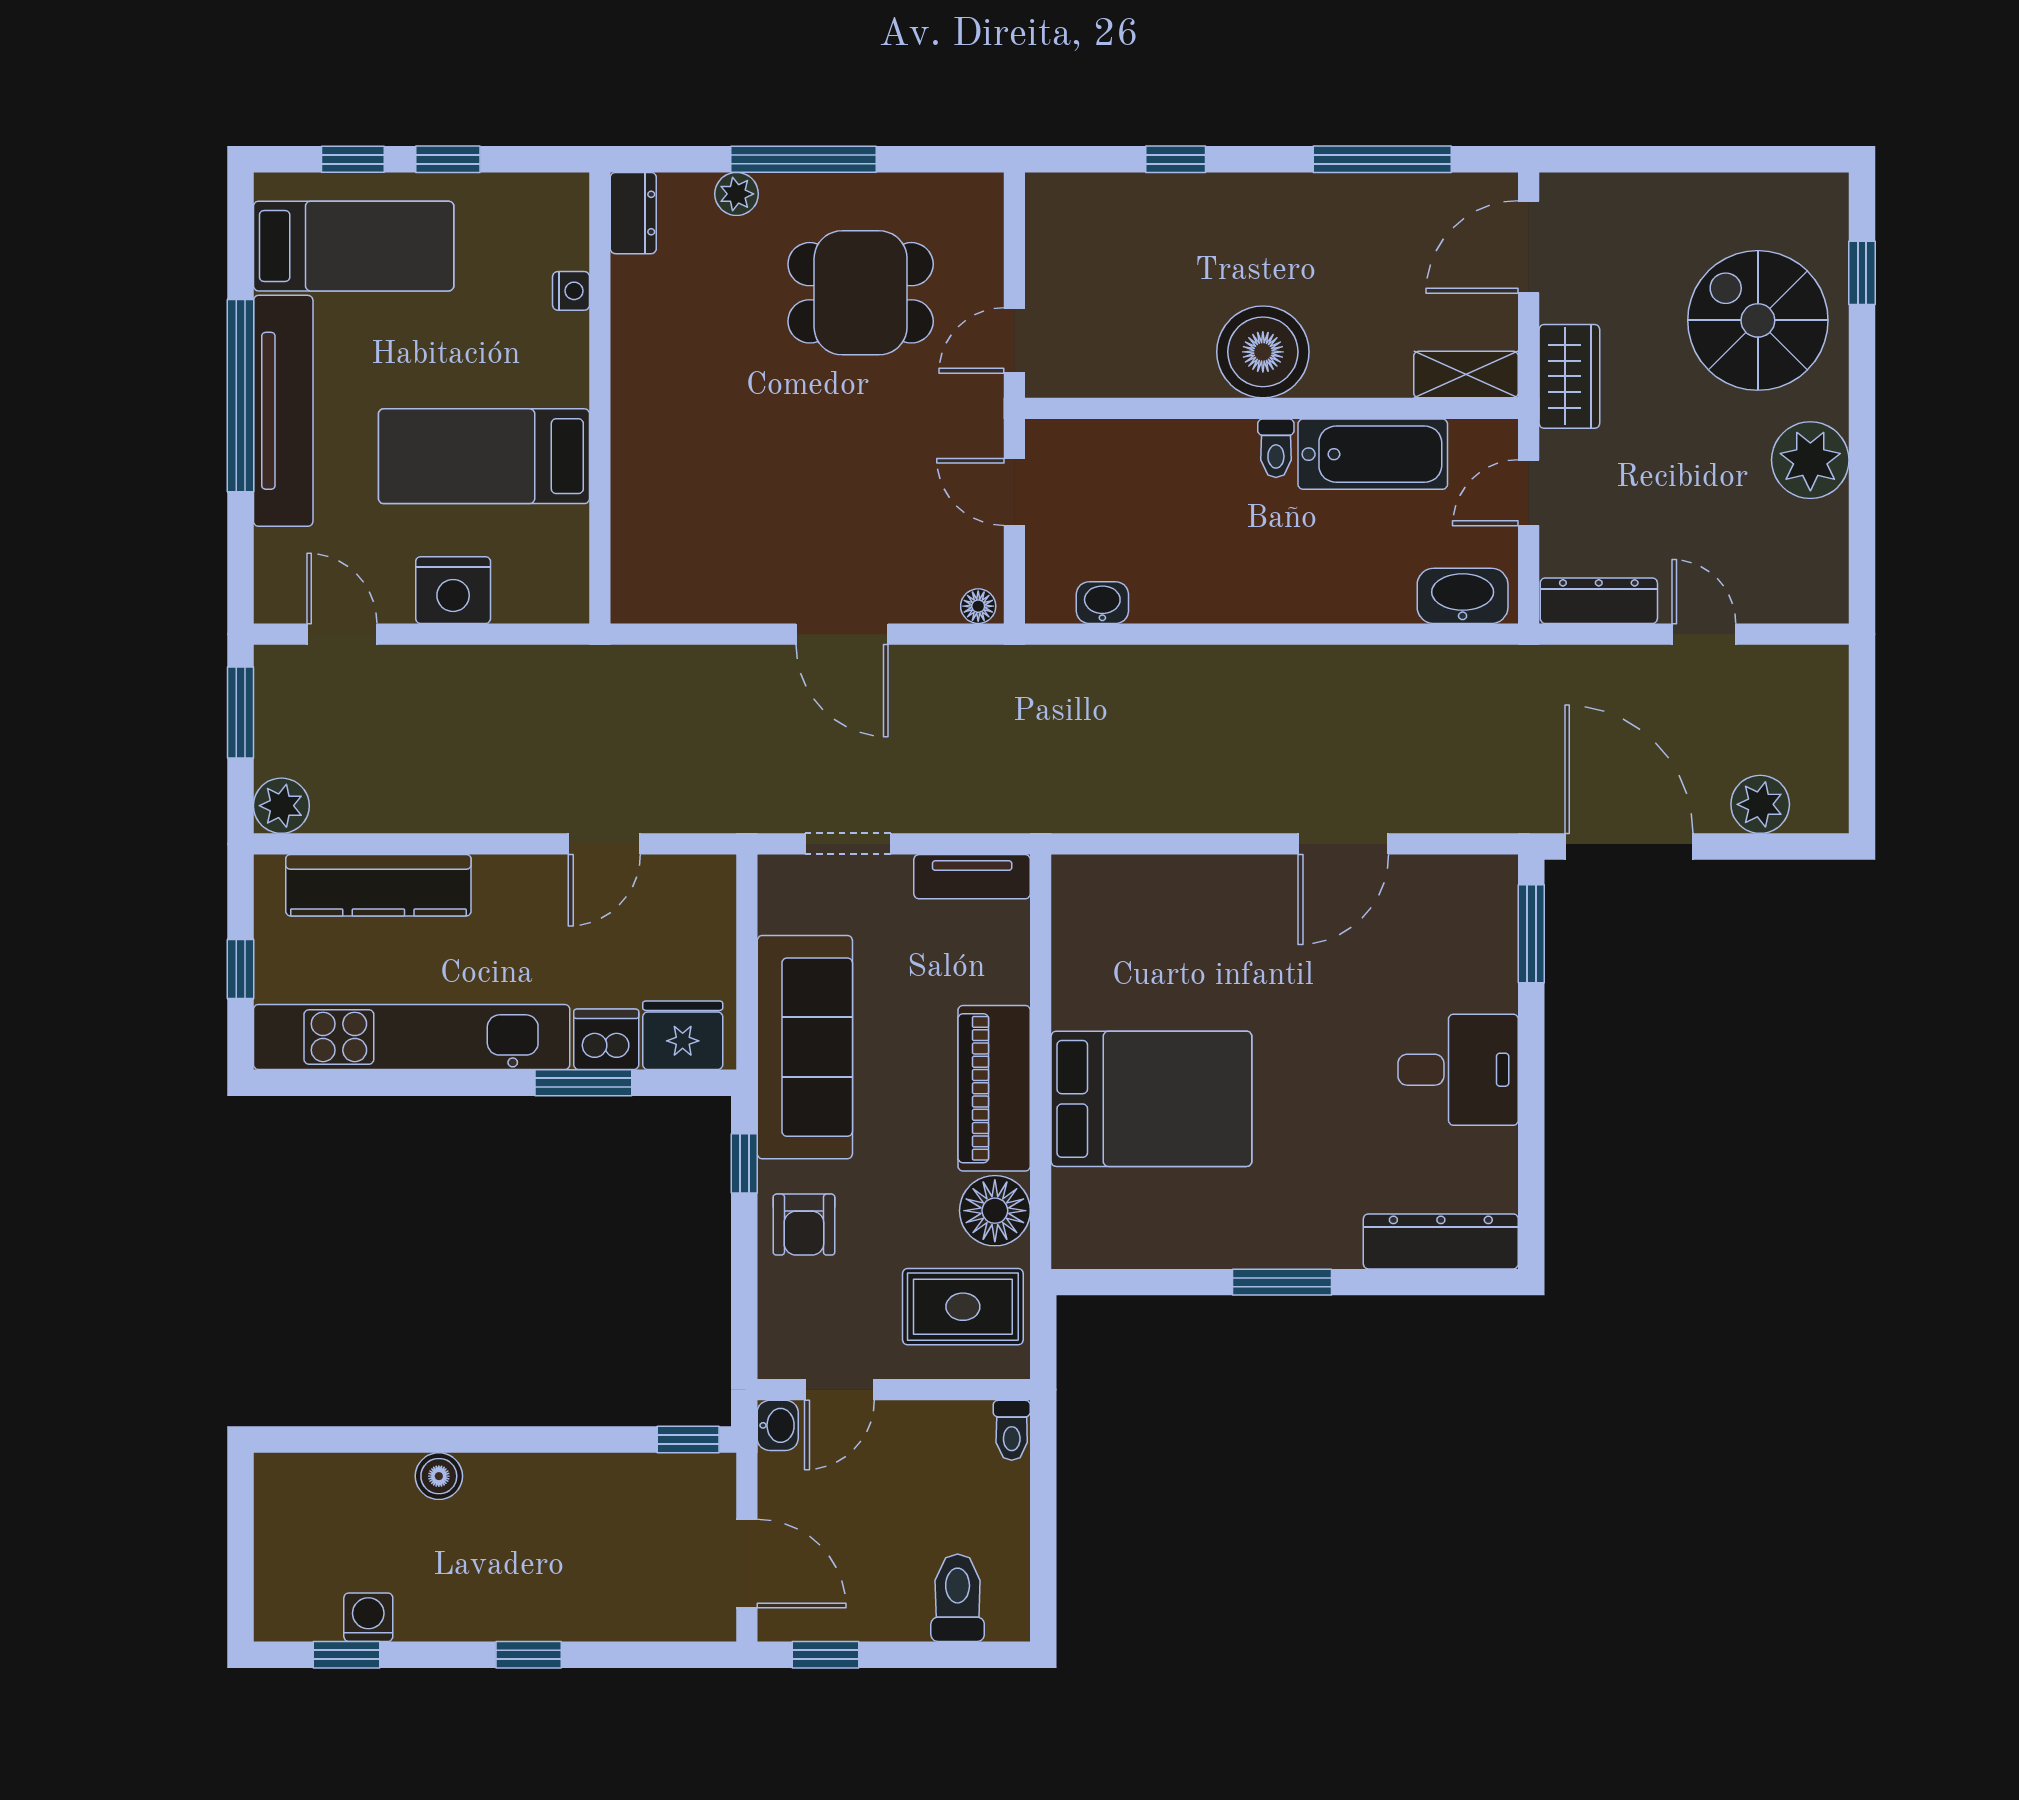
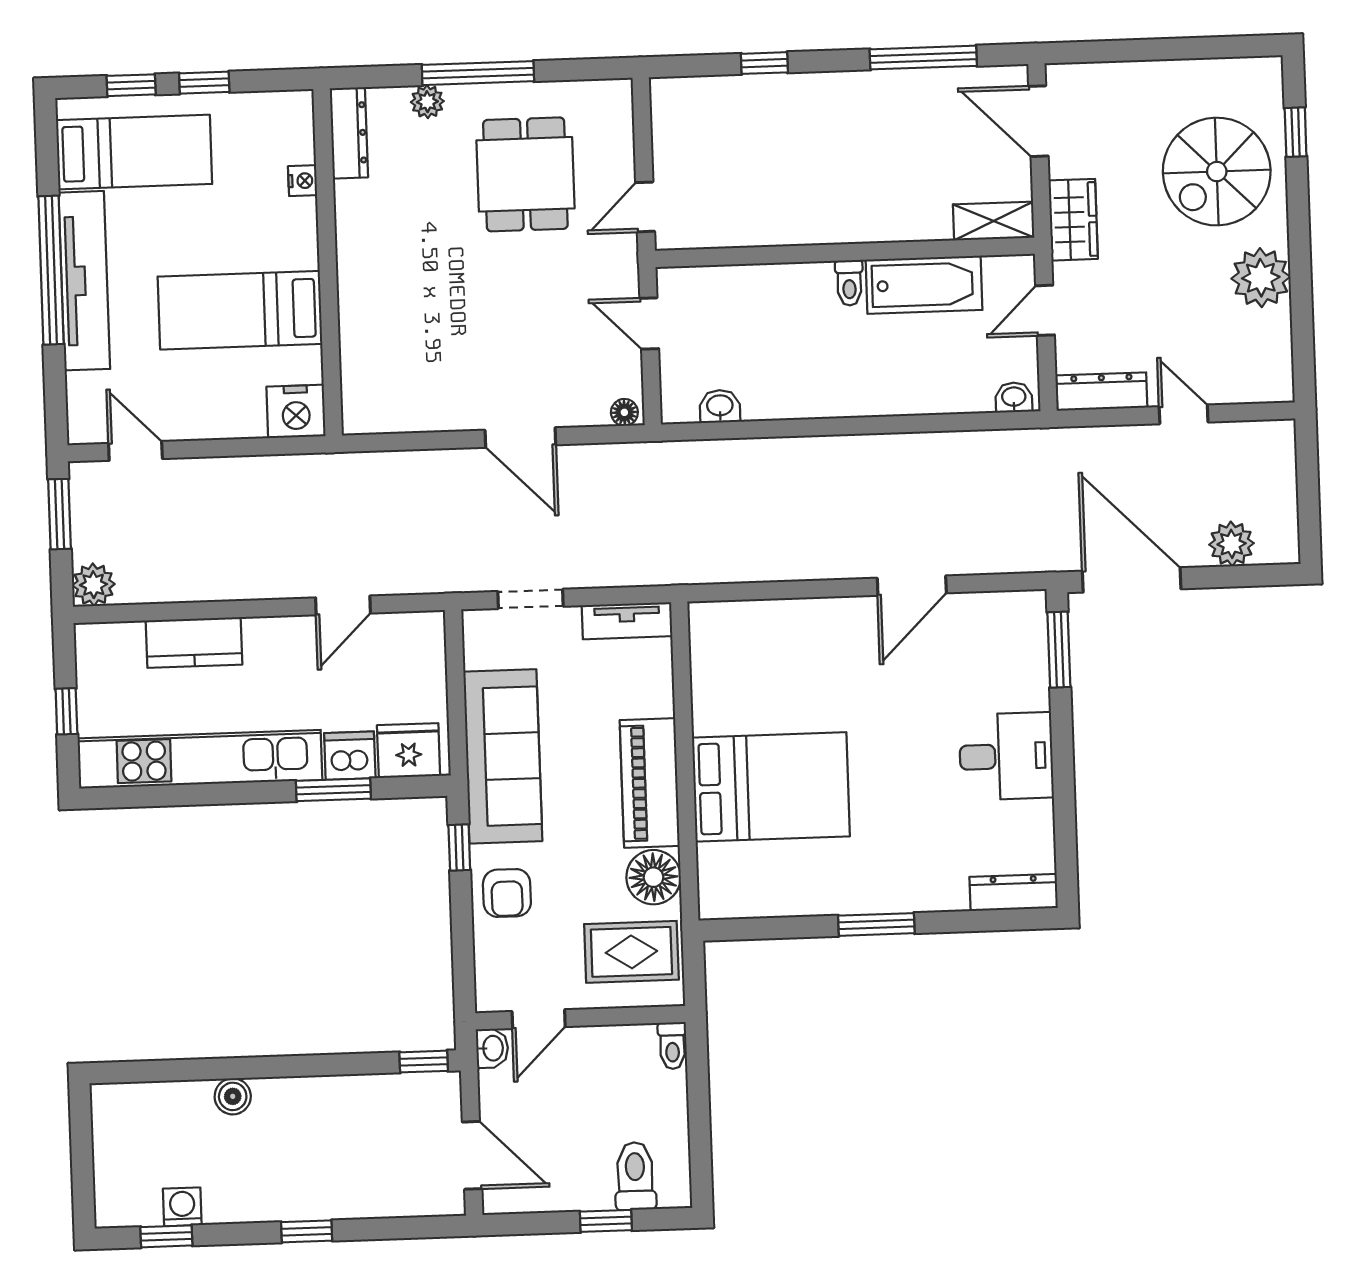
dresser: (633, 213) -> (349, 133), width x1.44
door: (1529, 247) -> (1038, 121), hinge flipped
dining table: (861, 293) -> (525, 174), turned 90
spiral stairs: (1758, 320) -> (1217, 172), turned -90
boiler: (1263, 352) -> (837, 209), removed
nightstand: (453, 590) -> (296, 411), moved
washbasin: (1463, 596) -> (1014, 397), width x0.52, depth x0.69
kitchen counter: (378, 885) -> (194, 643), width x0.67
dresser: (1441, 1241) -> (1014, 892), width x0.73, depth x0.80
window: (825, 1655) -> (606, 1221), moved

